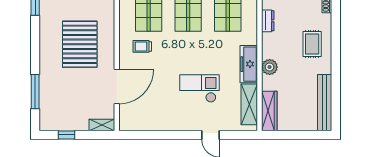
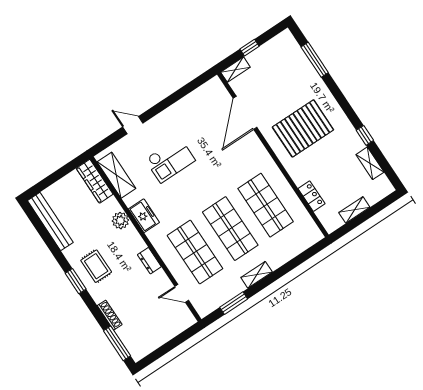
window: (336, 43) -> (76, 281), added
pallet: (80, 44) -> (303, 128), turned 90
trolley: (142, 46) -> (246, 163), removed
freezer: (249, 64) -> (144, 216), width x0.71
window: (67, 135) -> (249, 48), moved

